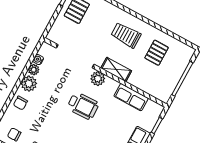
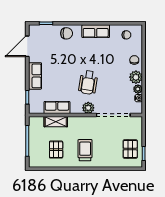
trolley: (126, 35) -> (85, 150), turned -90
shelving: (116, 69) -> (56, 122), moved
wheelchair: (83, 106) -> (88, 82), turned -79

